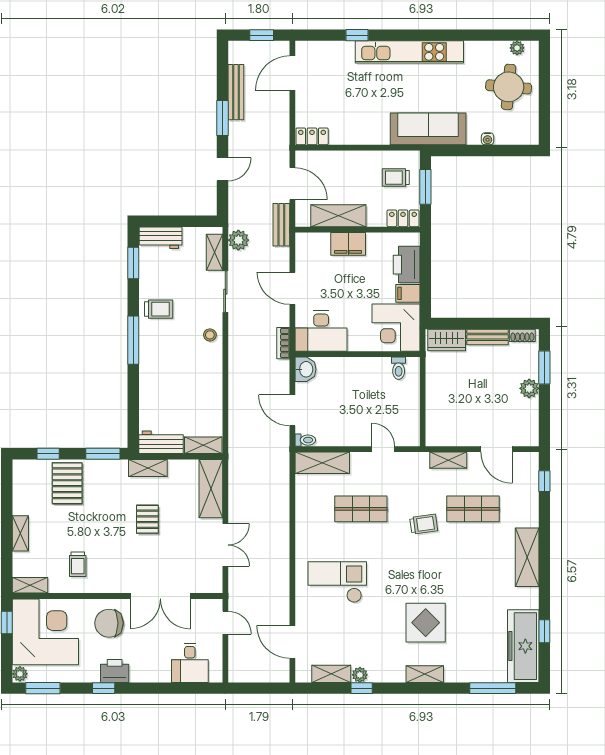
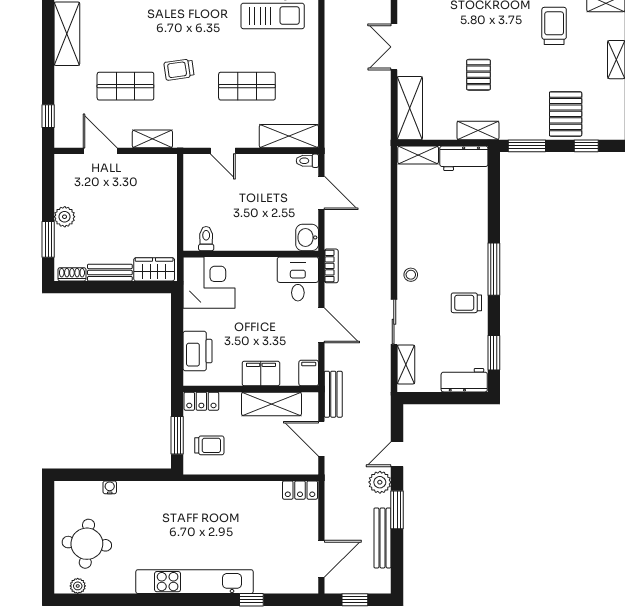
sofa: (428, 129) -> (174, 498), removed
plant: (238, 240) -> (380, 482), moved
filing cabinet: (408, 293) -> (309, 373), moved, turned -90
desk: (321, 331) -> (298, 279), width x0.73
trolley: (78, 564) -> (554, 26), width x1.36, depth x1.39

